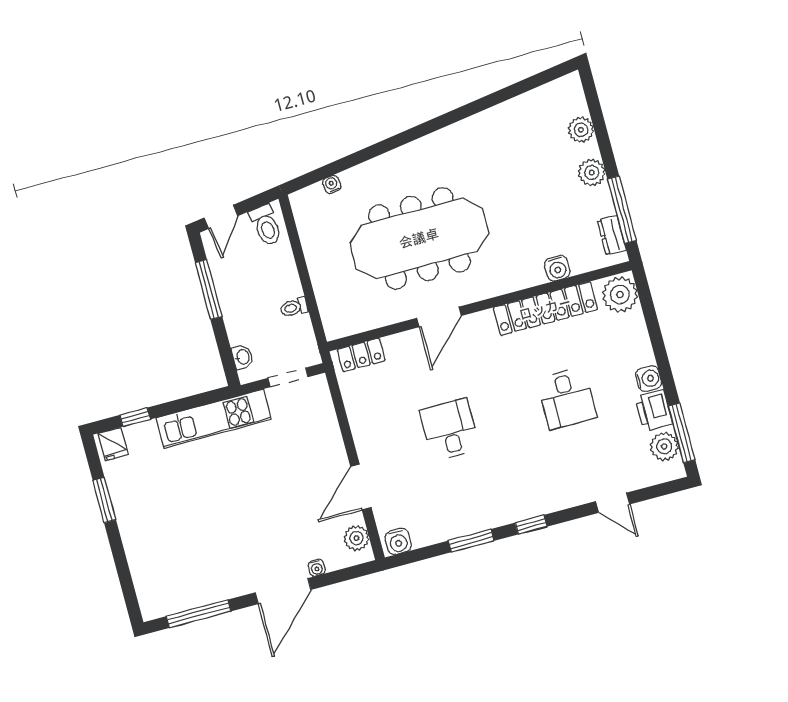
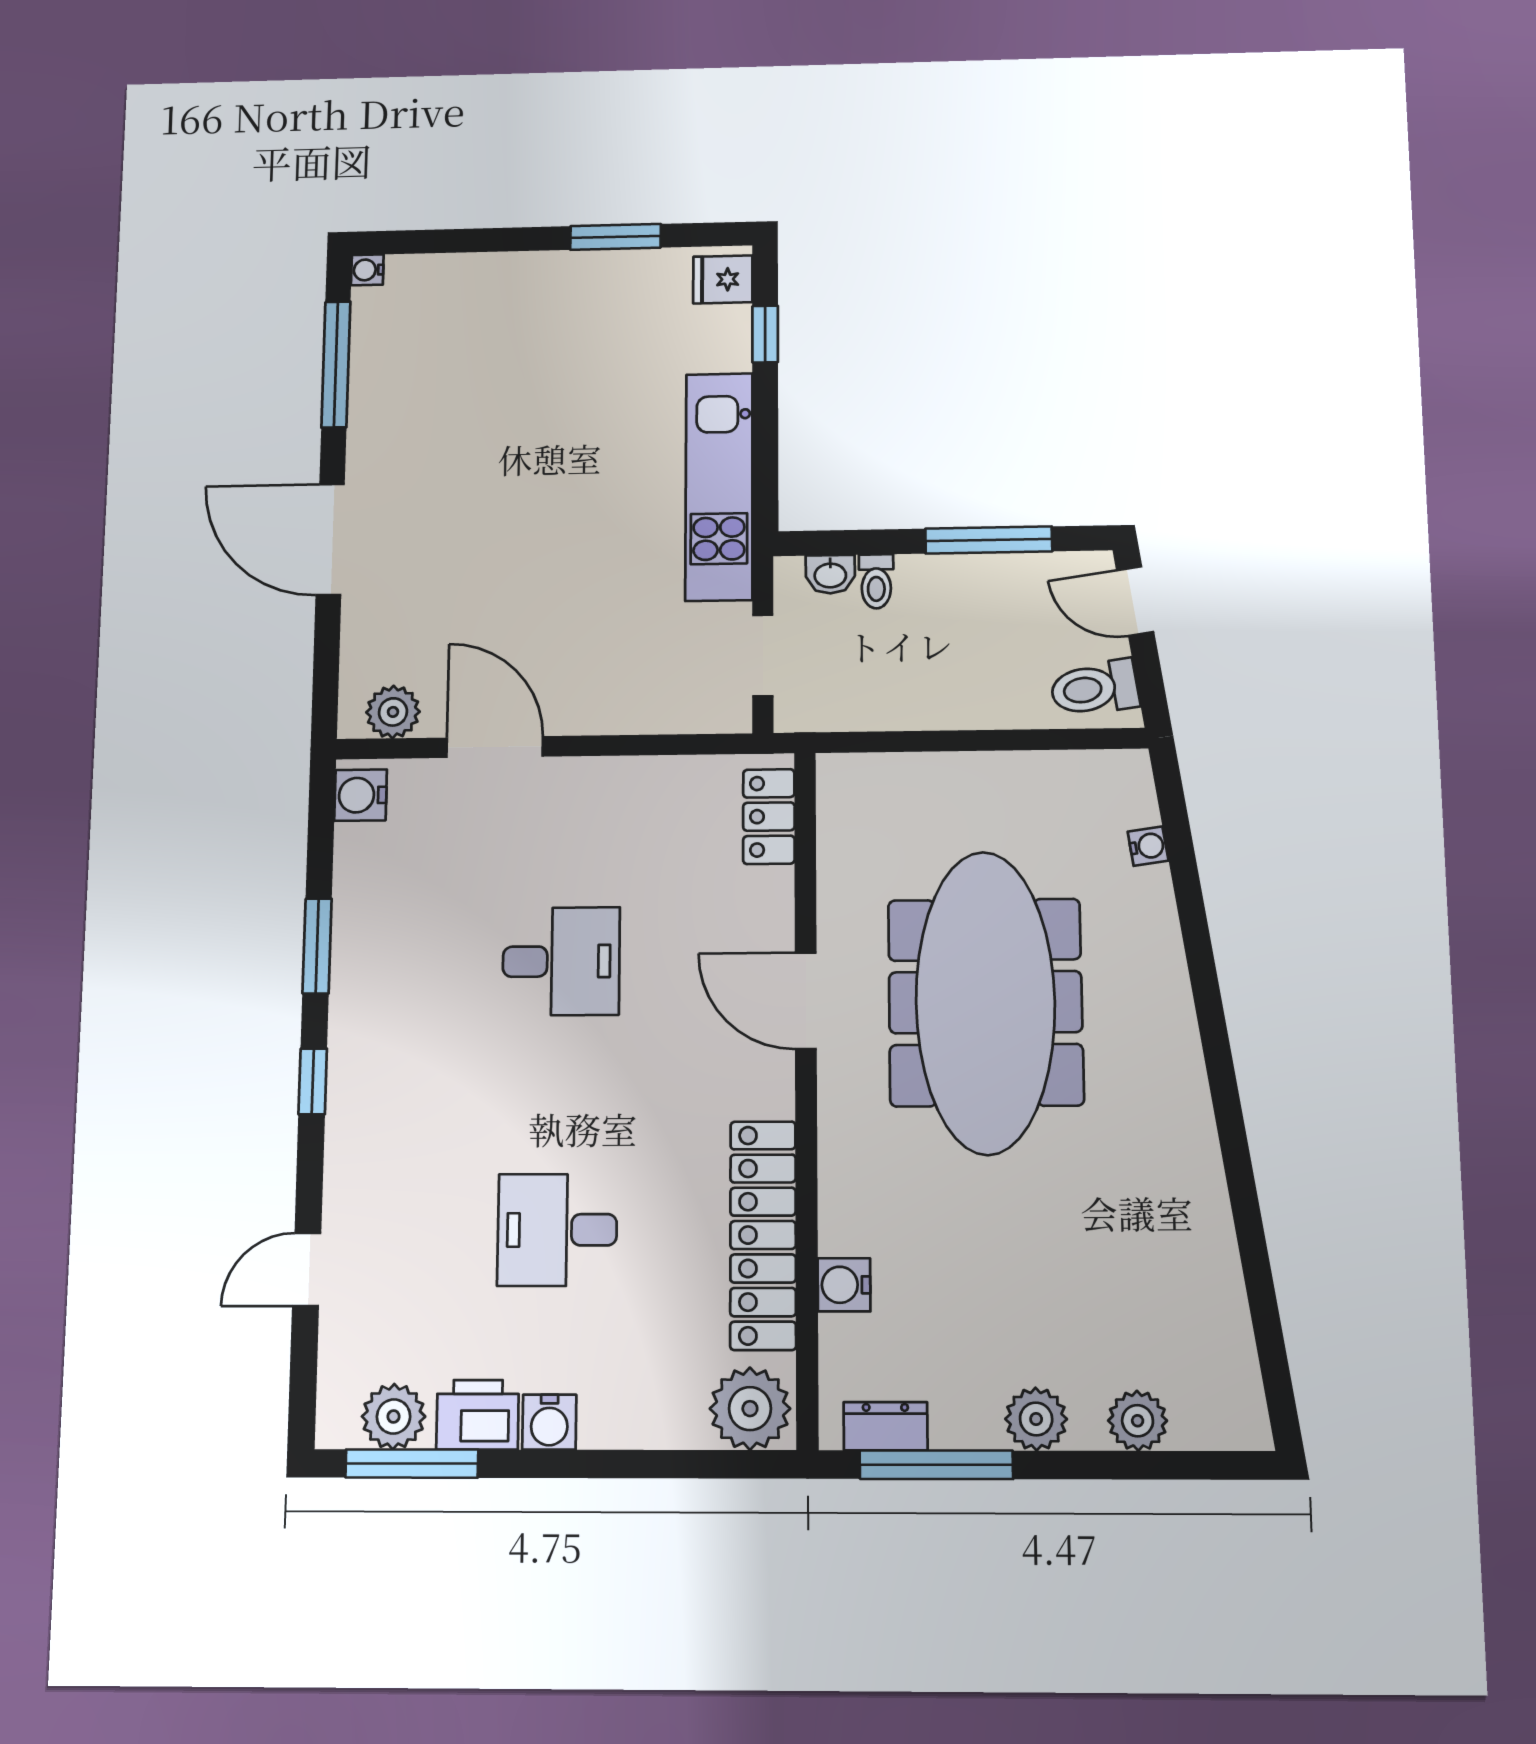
toilet: (294, 307) -> (876, 581), moved, turned 180
water cooler: (317, 568) -> (367, 270), moved

